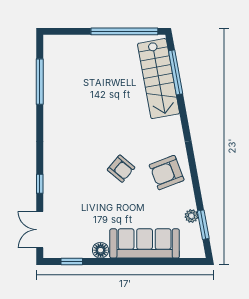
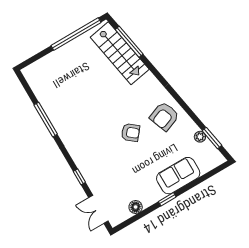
window: (40, 82) -> (46, 120), moved
sofa: (145, 243) -> (178, 176), width x0.73
floor lamp: (101, 250) -> (136, 207), moved
window: (72, 262) -> (167, 199), moved

